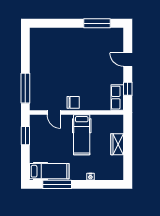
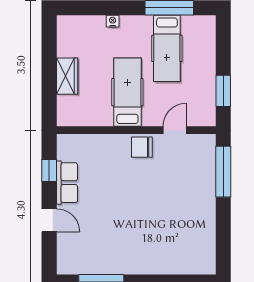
row of seats: (117, 98) -> (67, 183), moved
door: (54, 113) -> (175, 130), hinge flipped
hospital bed: (49, 171) -> (167, 48), moved, turned -90

